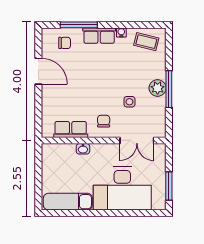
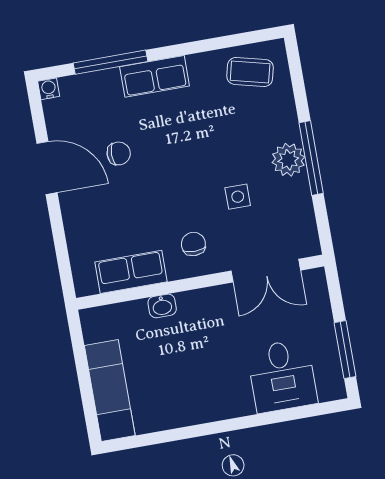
water cooler: (121, 32) -> (49, 89), moved
chair: (65, 43) -> (119, 153), moved
desk: (122, 189) -> (282, 376), width x0.53, depth x0.77
exam couch: (68, 202) -> (110, 391), moved, turned 90

